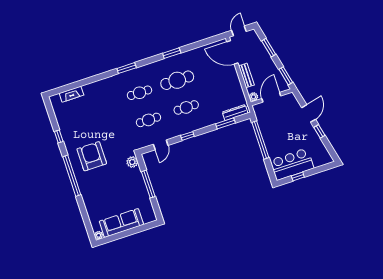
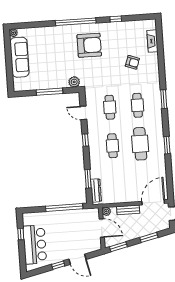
armchair: (98, 109) -> (132, 62), added
bar counter: (292, 164) -> (35, 245), moved

